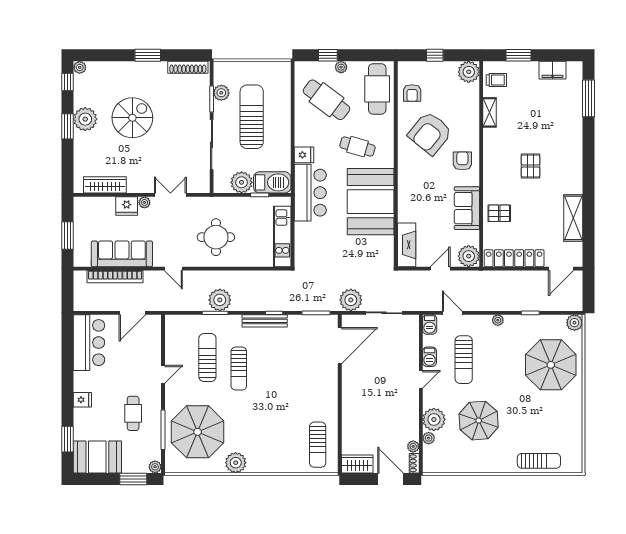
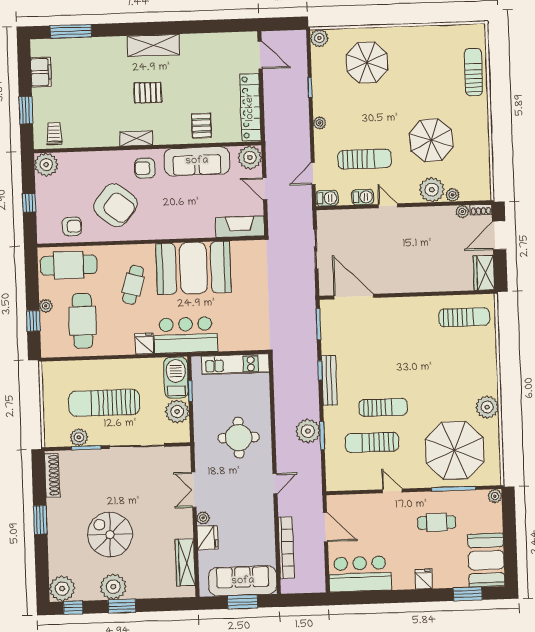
plant: (80, 67) -> (62, 589), width x1.87, depth x1.87
cafe table: (326, 100) -> (83, 321), turned -37
shelving: (490, 112) -> (136, 138), moved
sofa: (467, 208) -> (197, 161), width x1.36
shelving: (573, 218) -> (153, 45), moved
sofa: (122, 254) -> (243, 581), moved, turned 90
plant: (351, 300) -> (303, 286), removed
parasol: (551, 365) -> (367, 63), width x0.73, depth x0.73
window: (133, 479) -> (509, 520), removed

